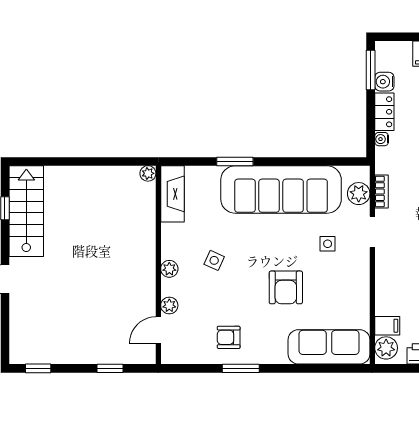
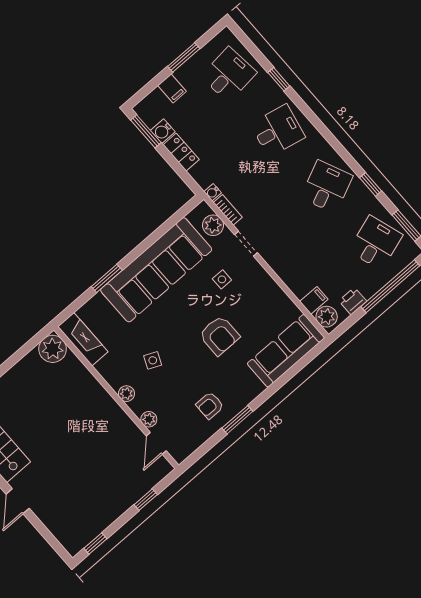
water cooler: (382, 139) -> (213, 192), moved
plant: (148, 173) -> (53, 349), width x1.88, depth x1.88

